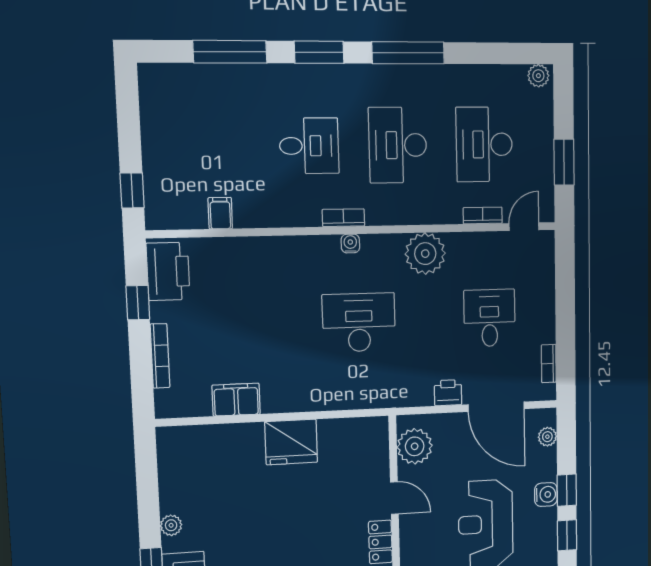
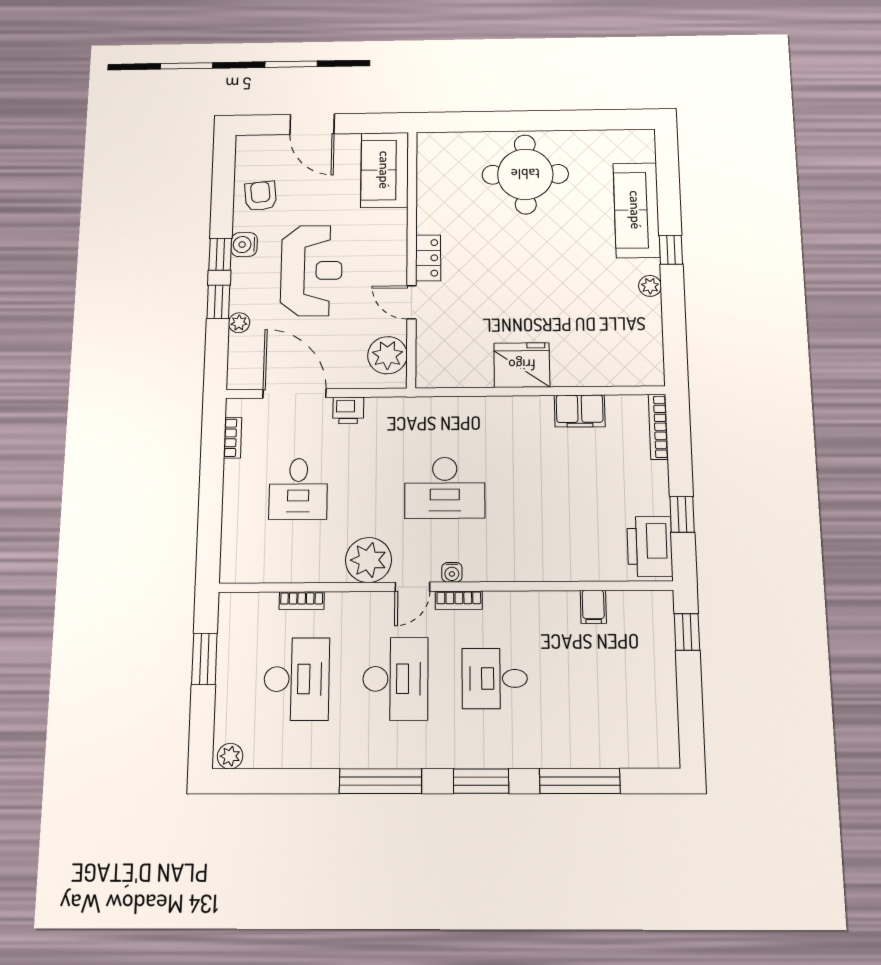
door: (524, 227) -> (412, 587), moved
bookcase: (160, 356) -> (658, 427), moved
plant: (547, 437) -> (239, 323), moved
water cooler: (546, 494) -> (244, 245), moved

